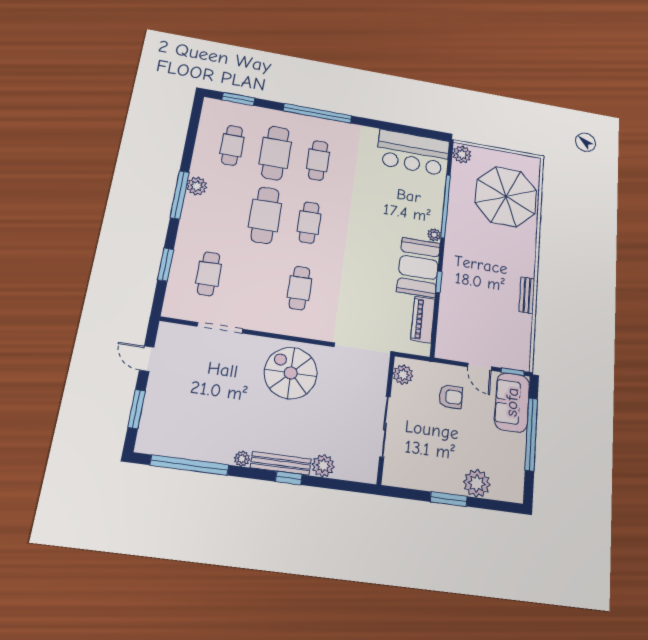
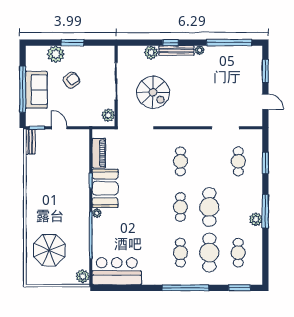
parasol: (506, 197) -> (49, 250), width x0.73, depth x0.73
bench: (527, 295) -> (30, 142), moved
spiral stairs: (291, 373) -> (153, 92), moved
armchair: (451, 397) -> (72, 80), moved, turned 145
sofa: (512, 402) -> (36, 90), moved

